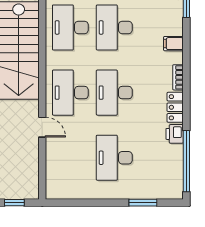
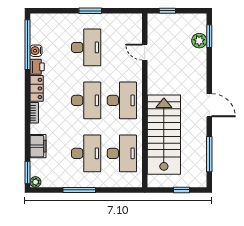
filing cabinet: (173, 44) -> (38, 146), width x2.00
door: (42, 127) -> (145, 52), moved
water cooler: (176, 154) -> (36, 51), added
window: (143, 203) -> (90, 11), moved

